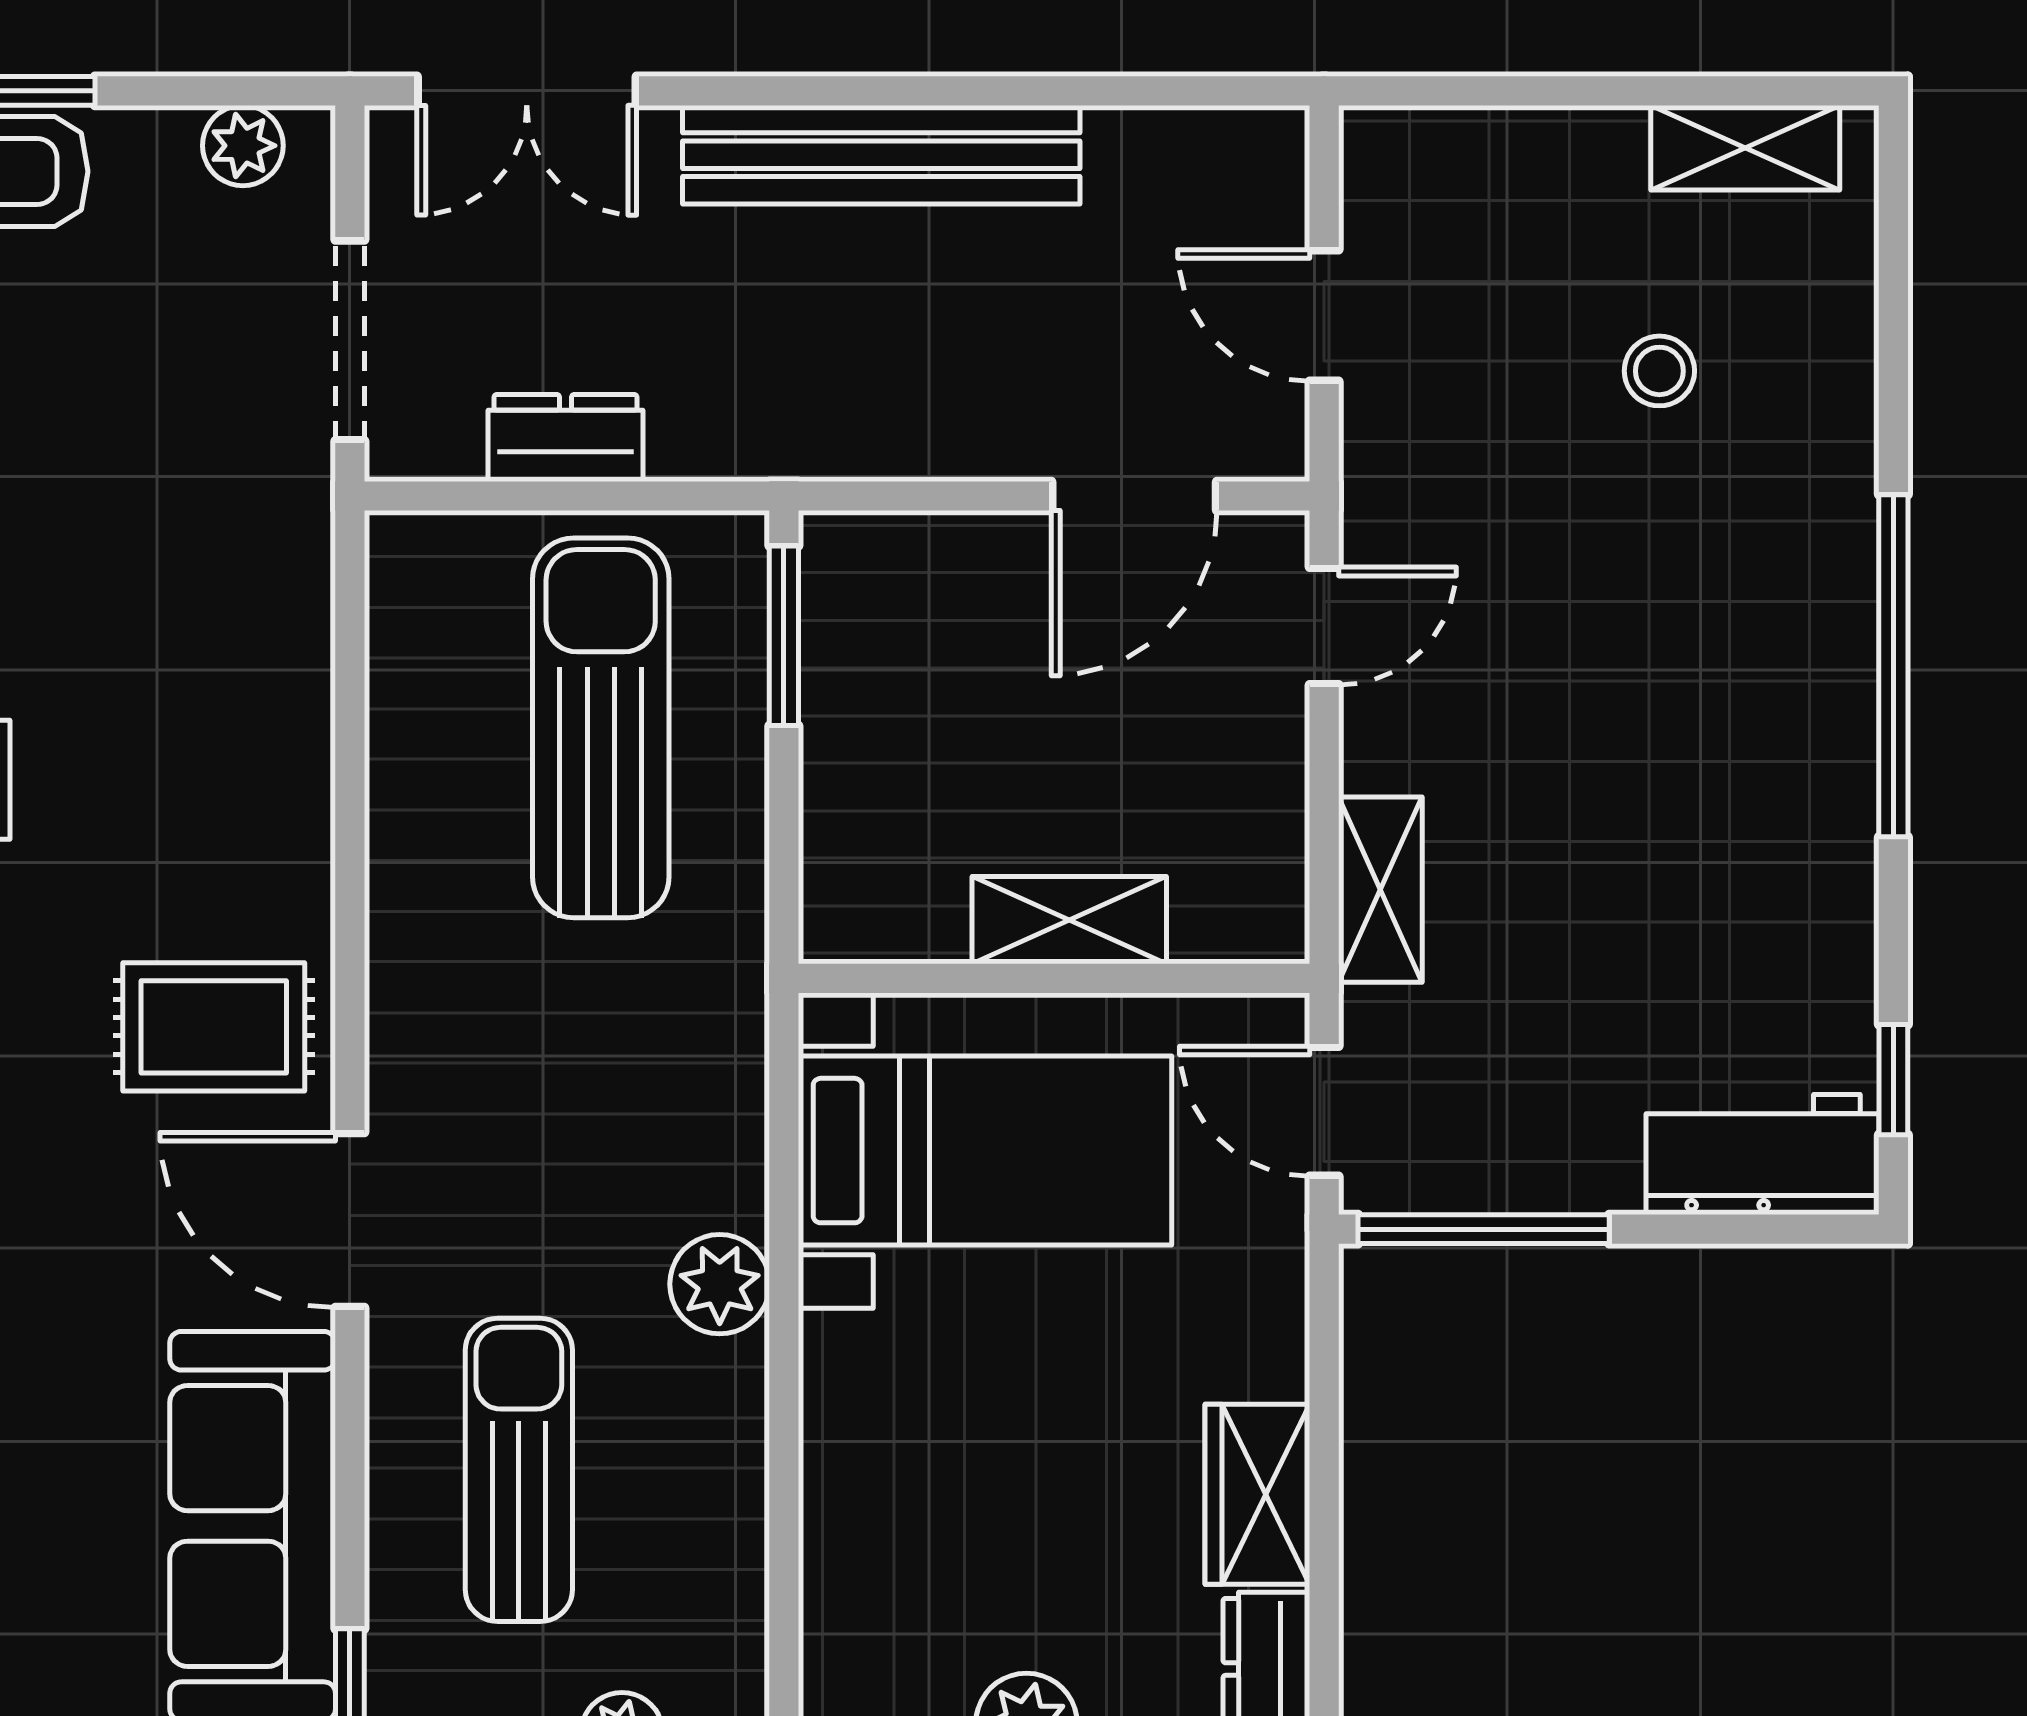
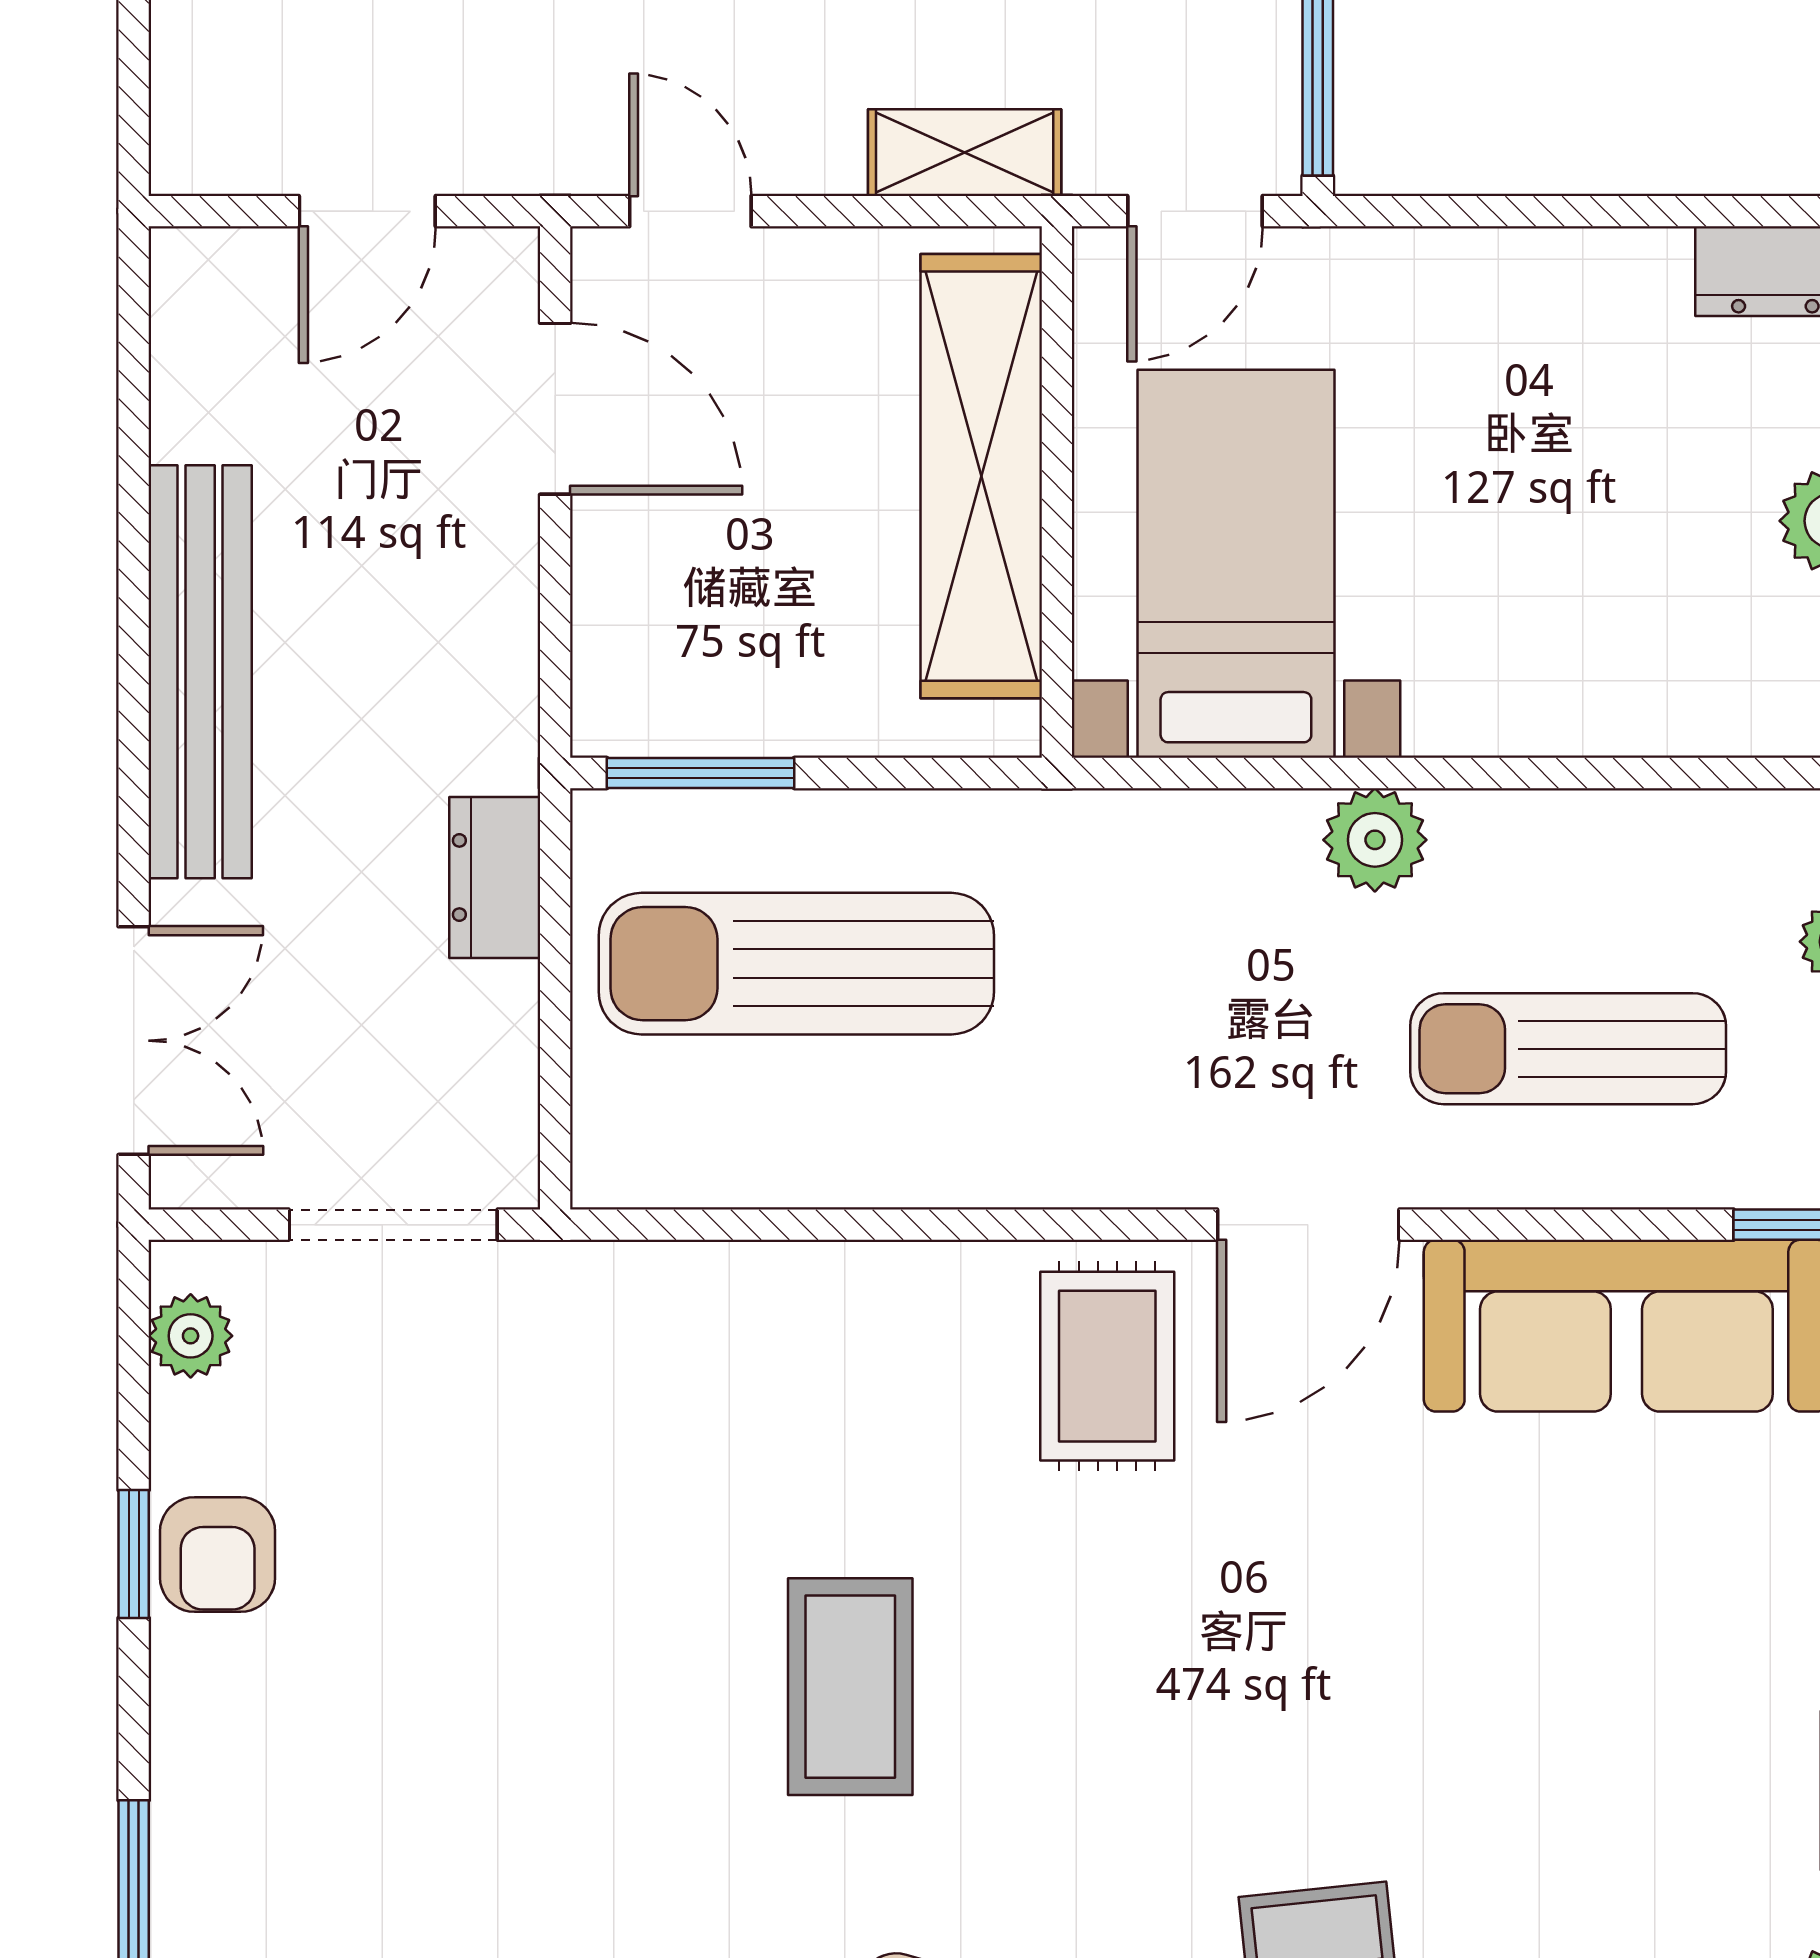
dresser: (565, 438) -> (495, 877), moved
shelving: (1069, 920) -> (981, 476), width x2.20, depth x1.33
wardrobe: (1257, 1494) -> (1593, 281), removed

